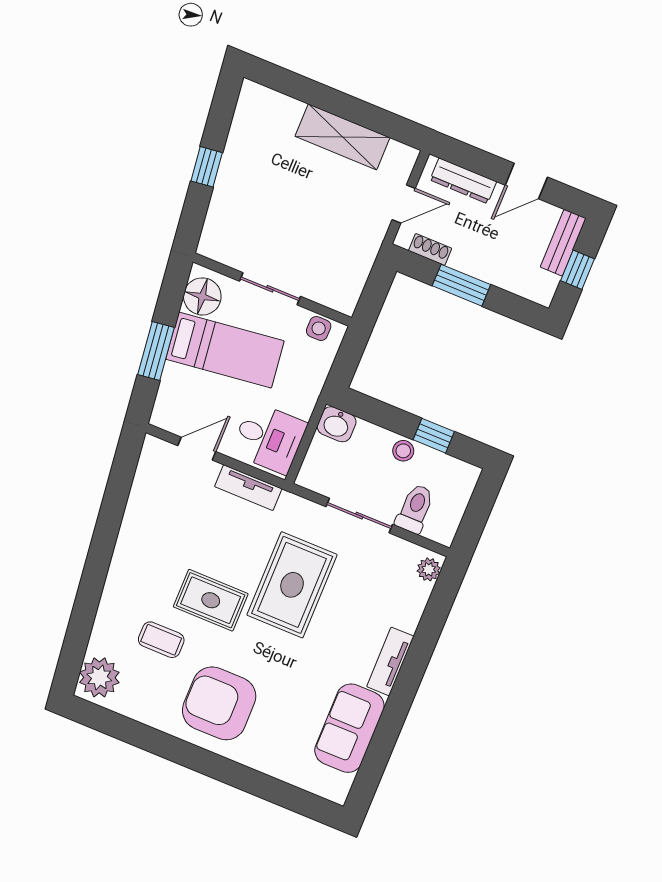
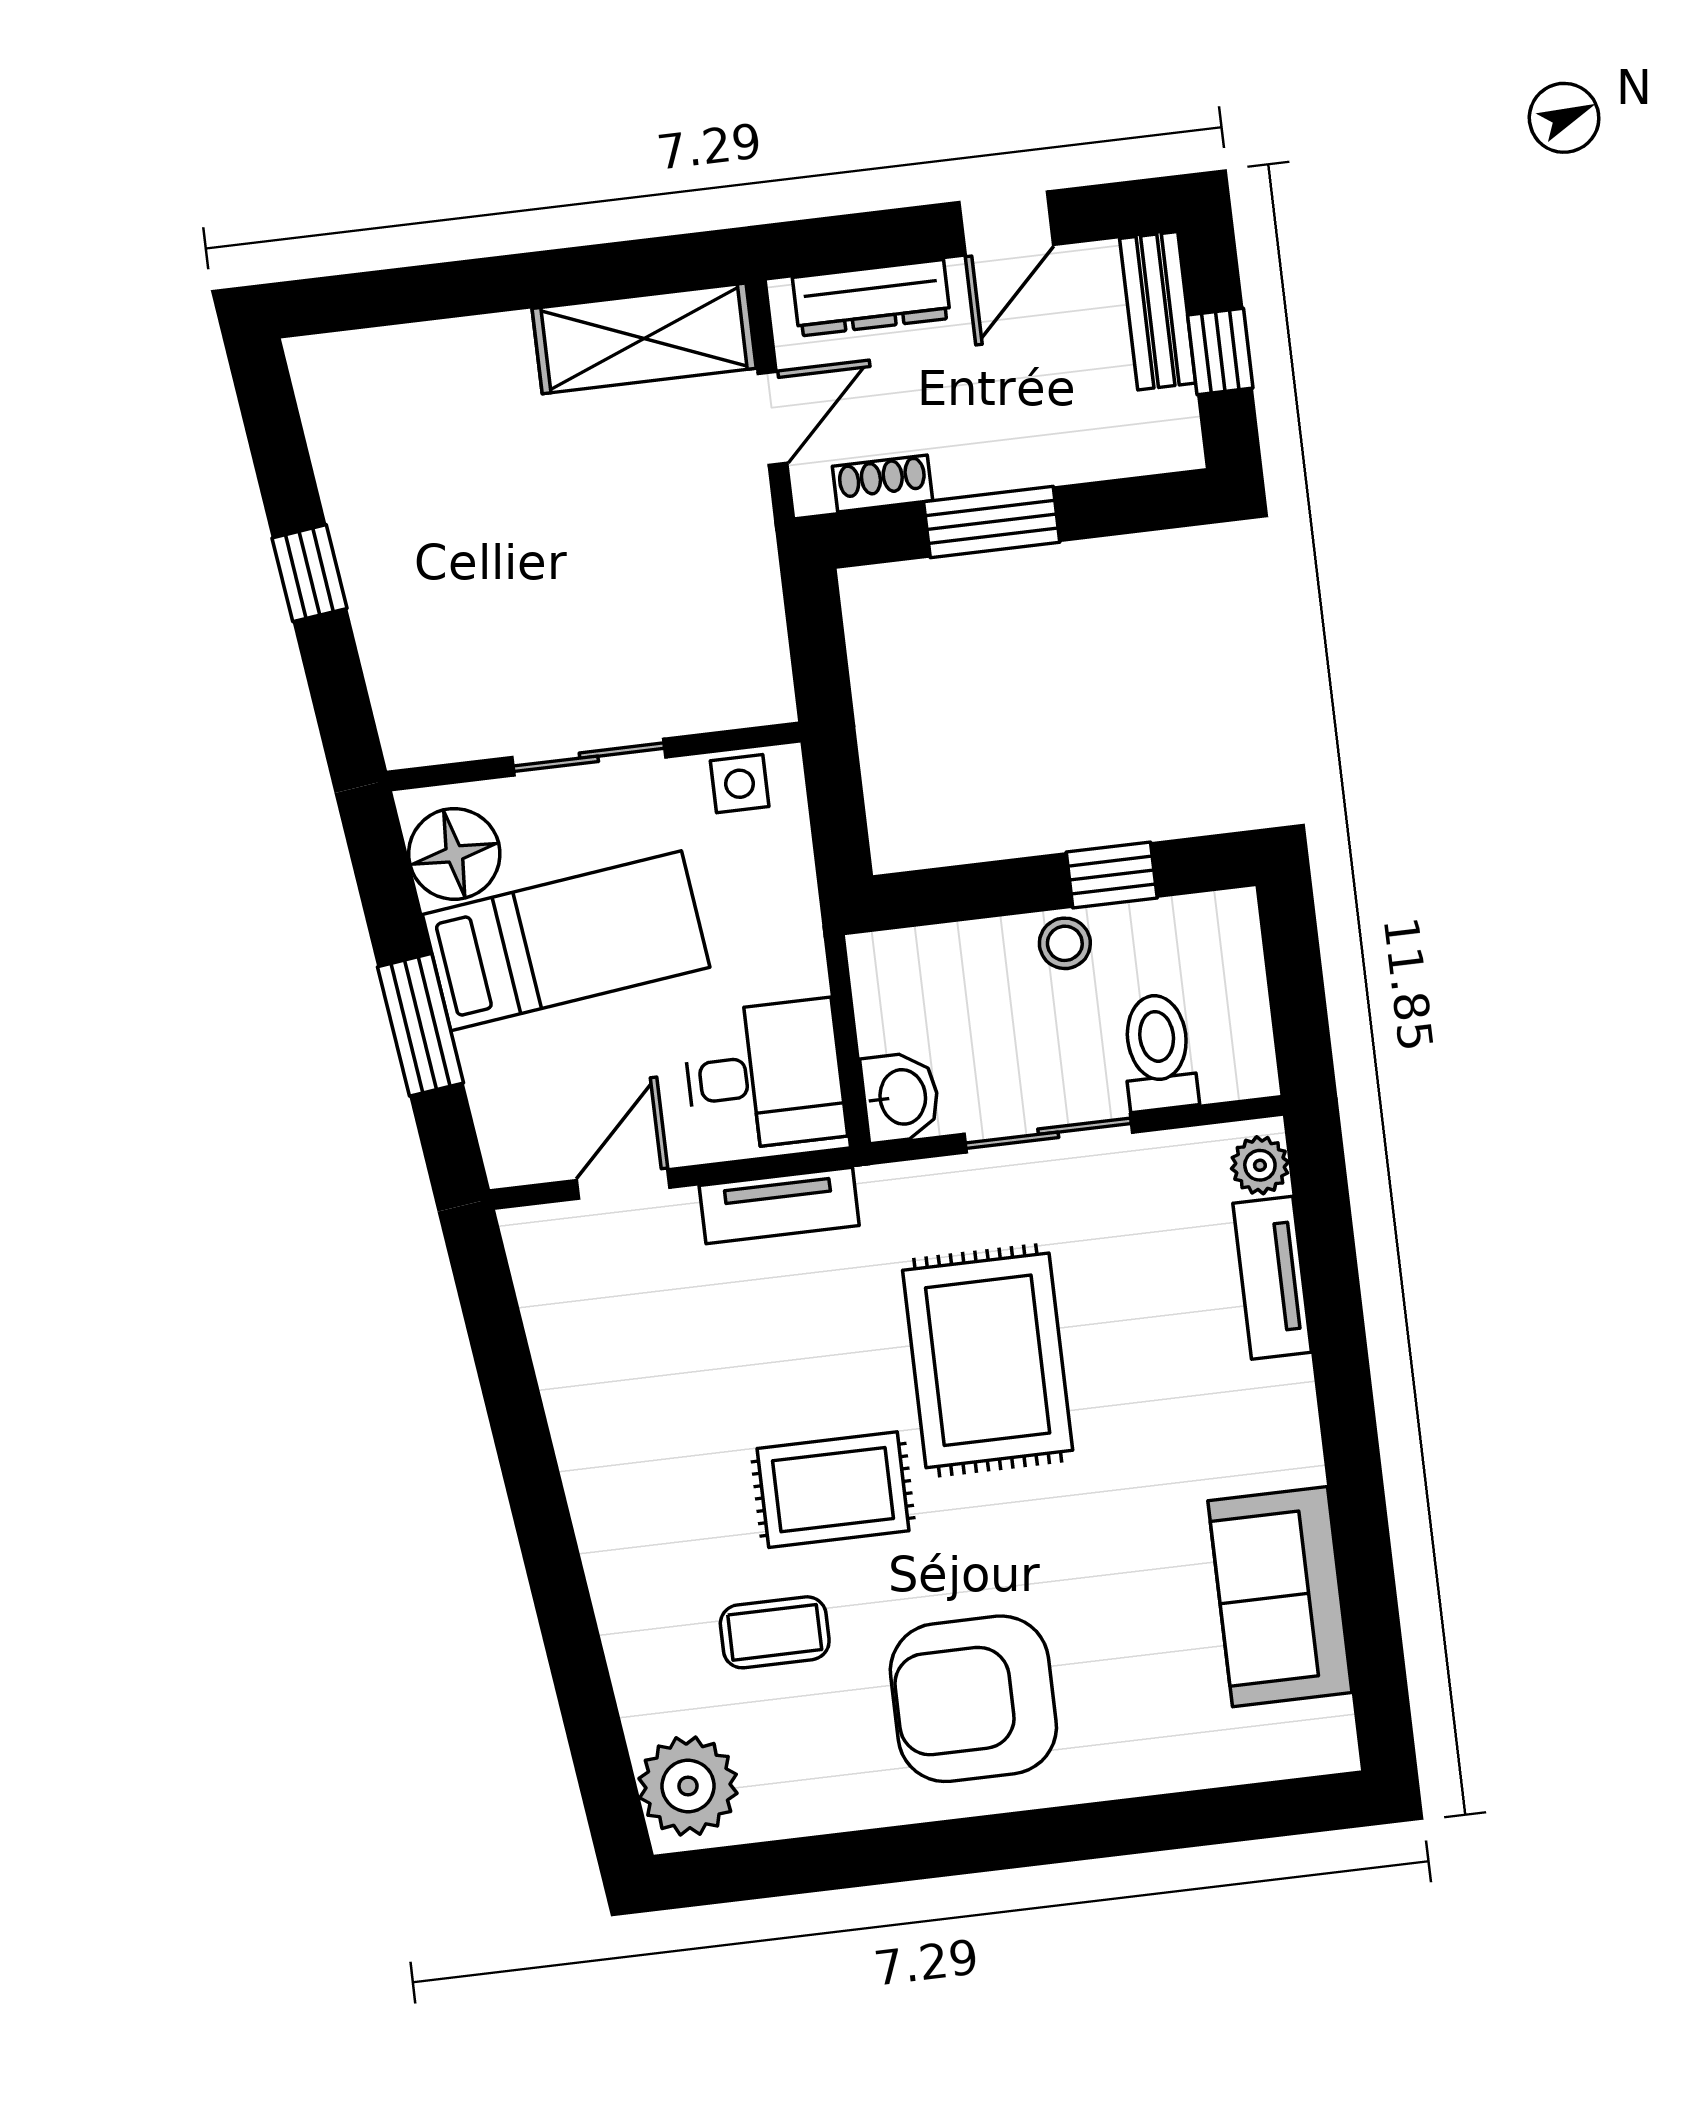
shelving: (342, 137) -> (644, 338), moved
washbasin: (337, 424) -> (901, 1097), moved, turned -90
tv unit: (390, 661) -> (1272, 1278), moved

